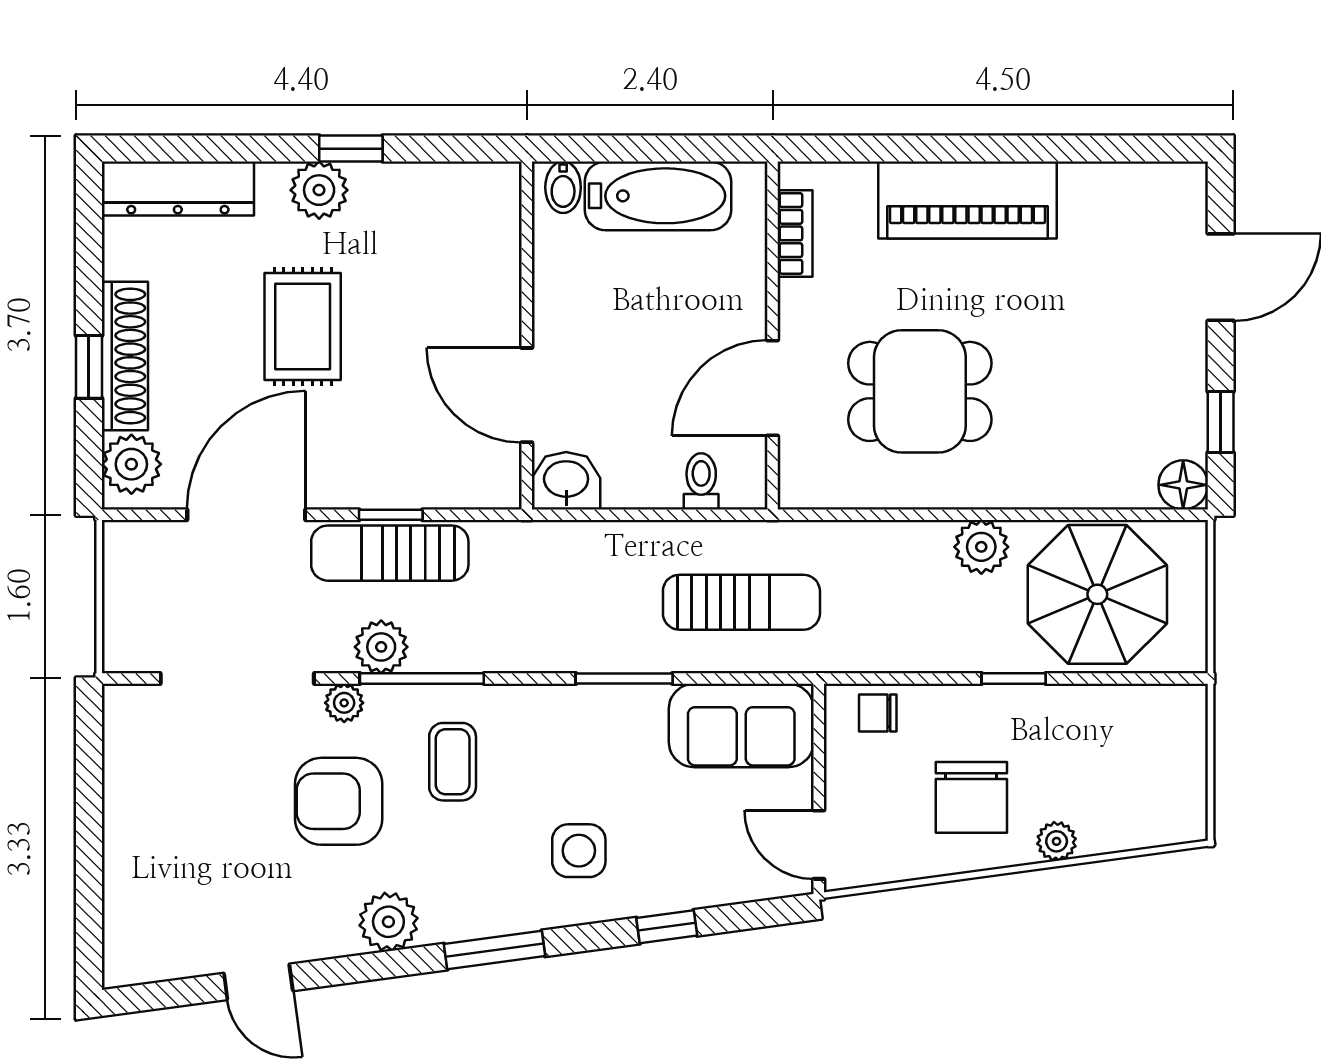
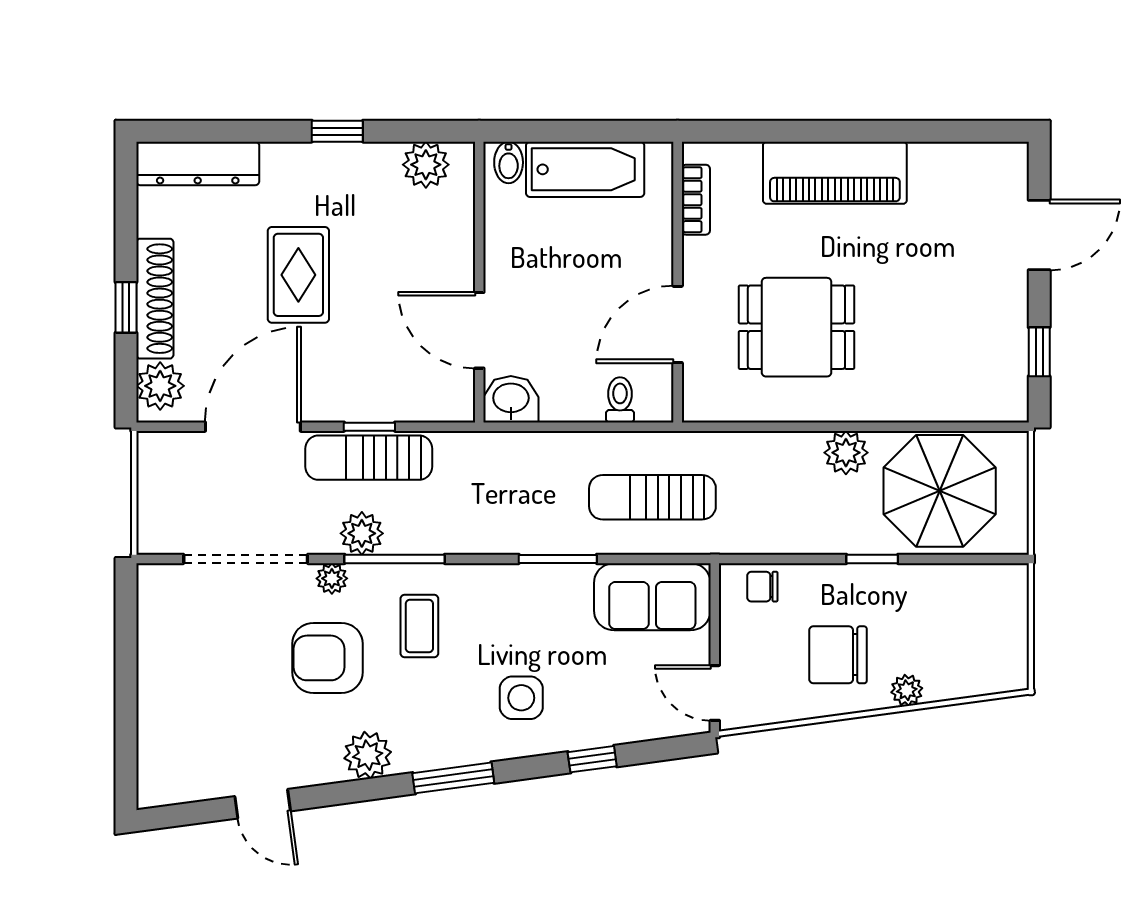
plant: (319, 190) -> (426, 165), moved
floor lamp: (1183, 485) -> (1009, 403), removed
sun lounger: (741, 602) -> (652, 497), turned 180
chair: (971, 797) -> (838, 655), turned 90

